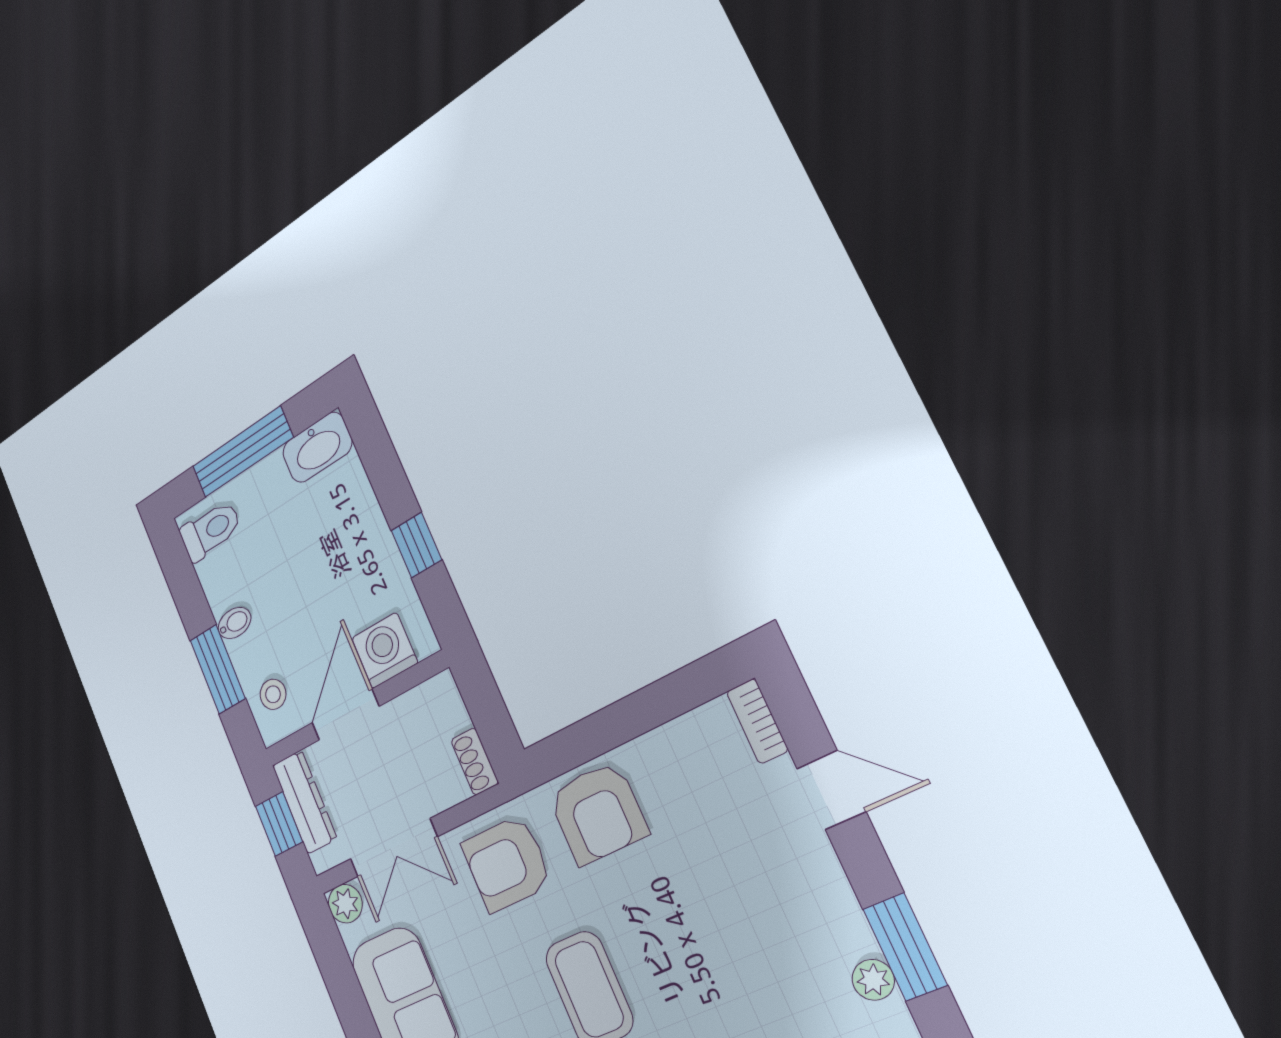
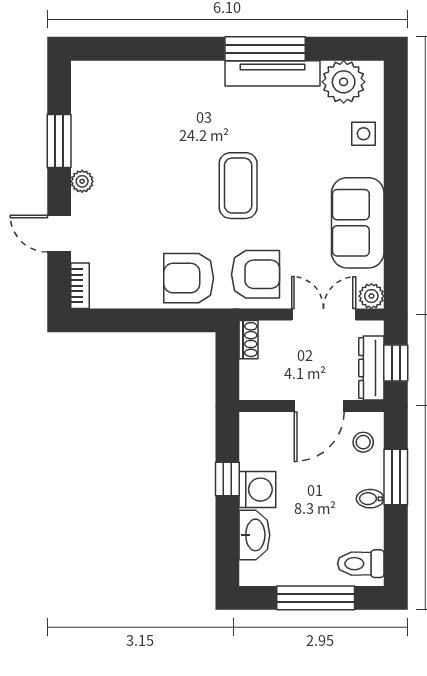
washbasin: (317, 447) -> (254, 535), moved, turned 90
washing machine: (384, 650) -> (257, 490), moved, turned -90
armchair: (598, 813) -> (189, 278), turned -90
plant: (873, 980) -> (82, 181), moved

